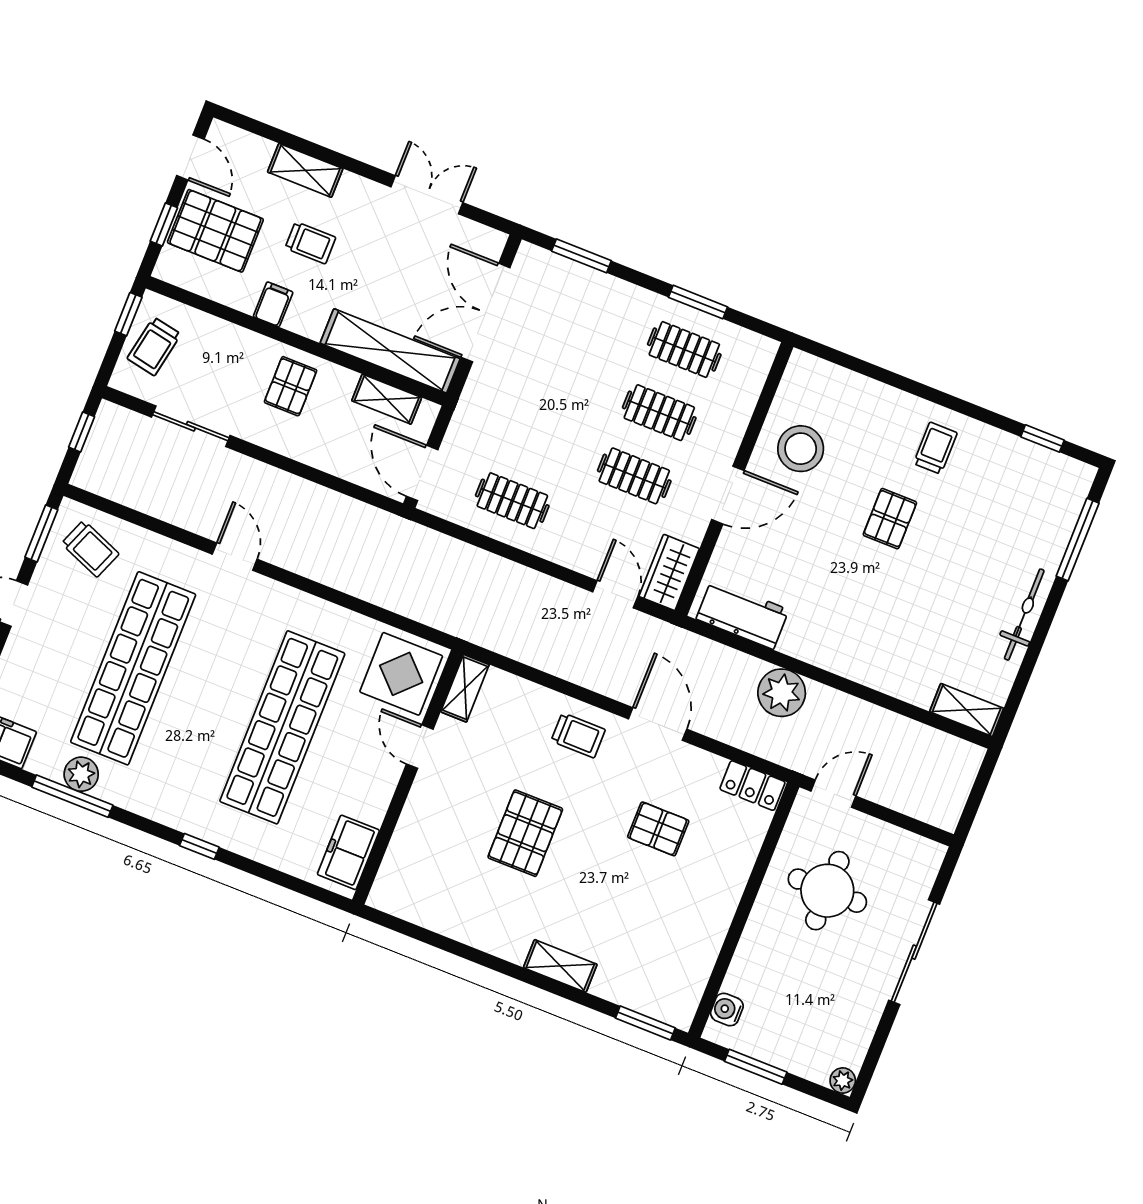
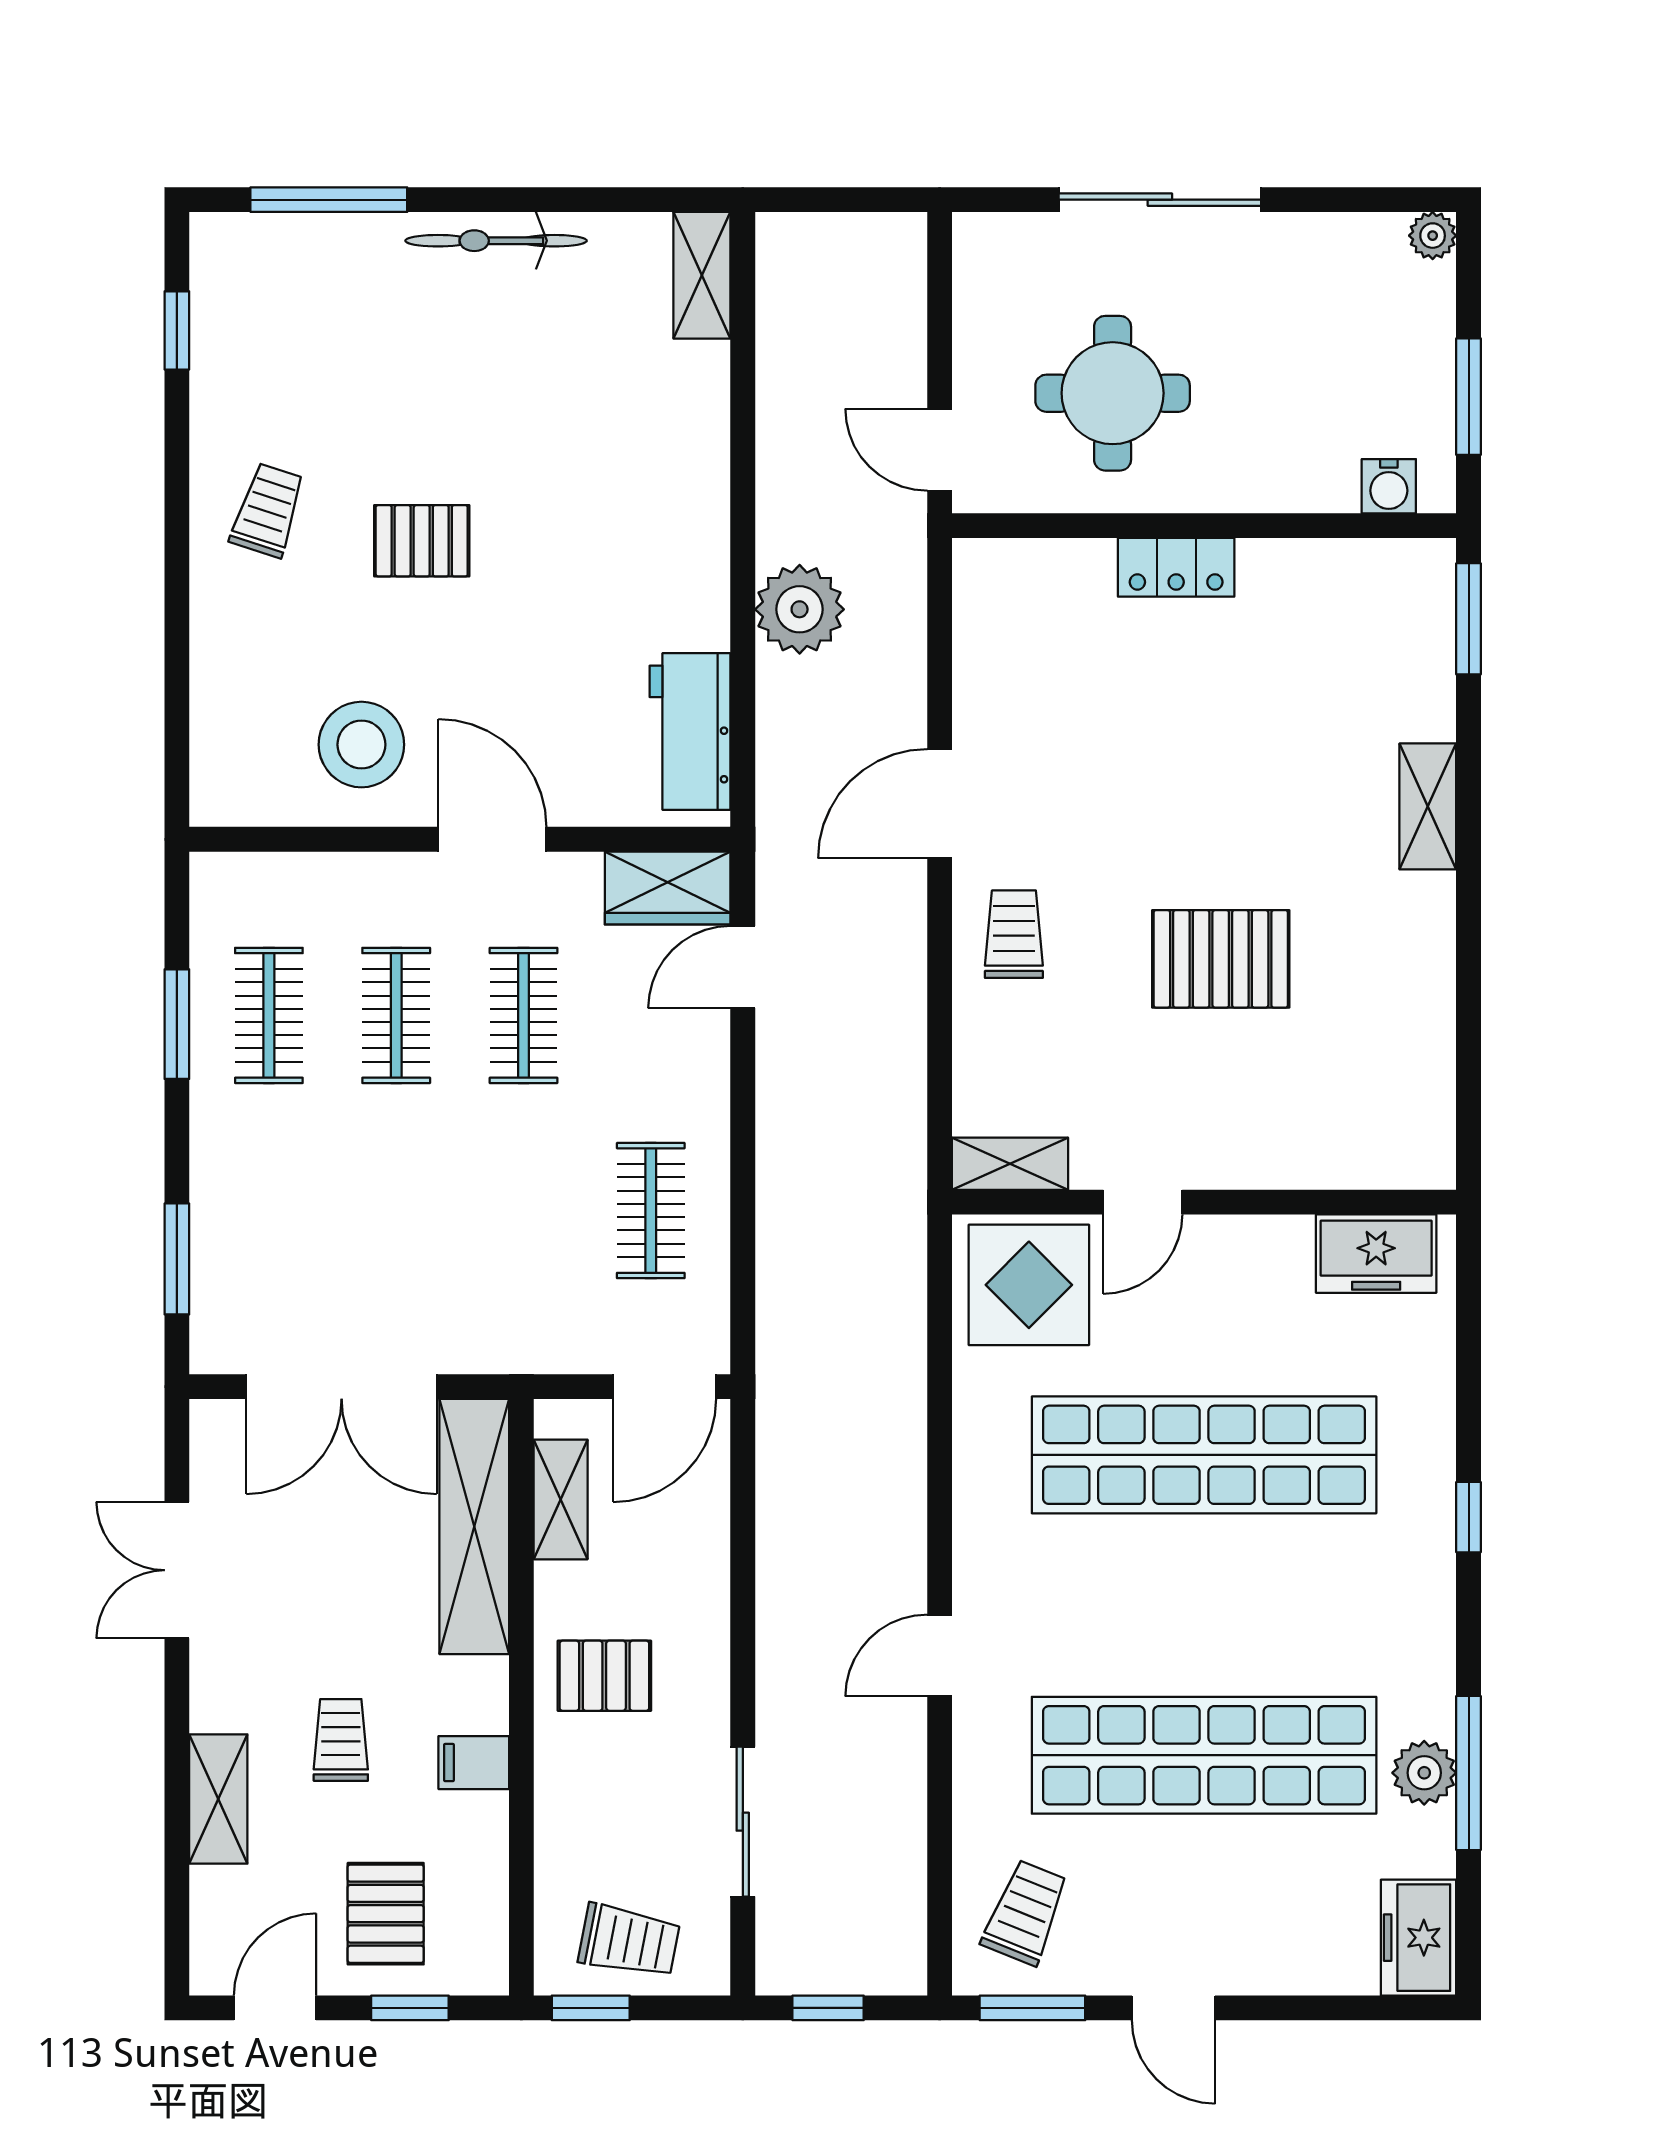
pallet: (215, 231) -> (386, 1914), width x0.67, depth x0.71
trolley: (935, 448) -> (268, 510), turned 108
locker: (752, 786) -> (1176, 567), moved, turned 90
pallet: (658, 829) -> (1122, 730), removed

